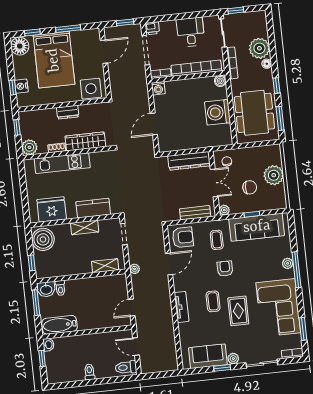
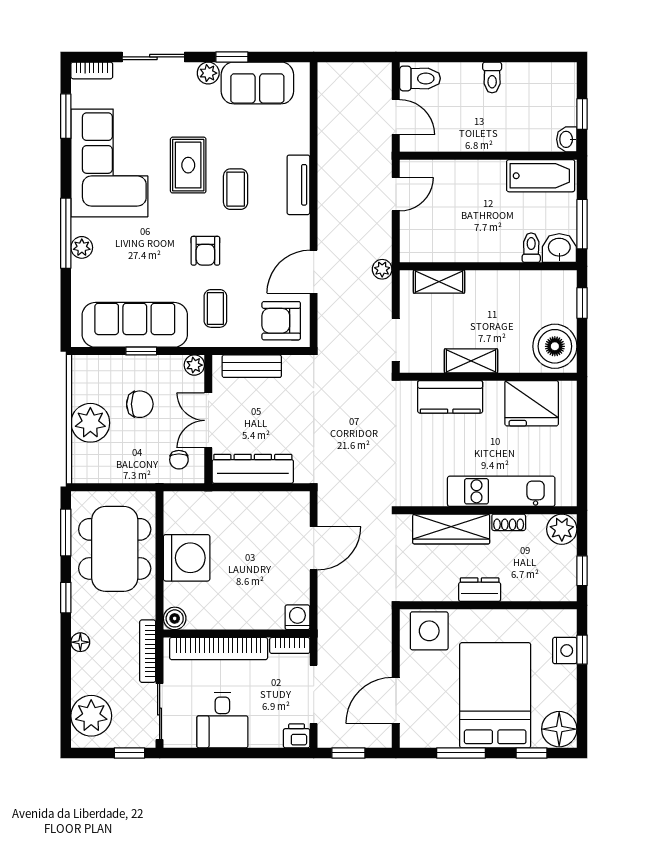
plant: (259, 48) -> (91, 716), moved
chair: (250, 187) -> (140, 404), turned 180

